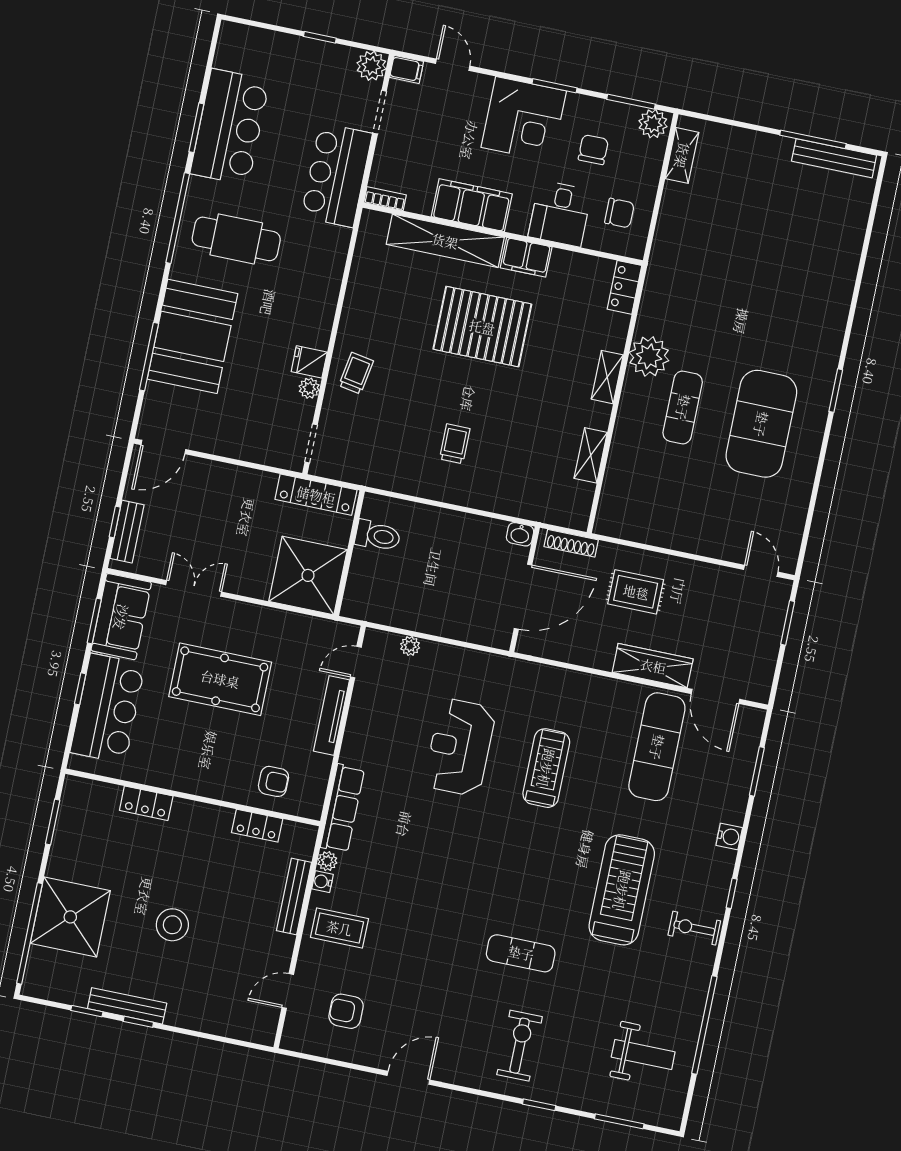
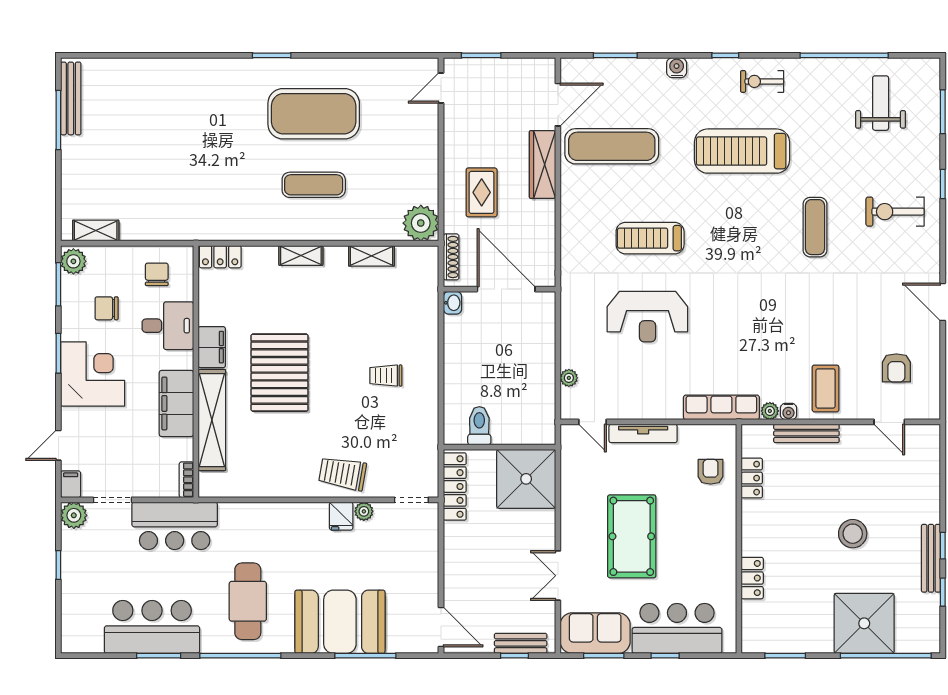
plant: (649, 356) -> (421, 223), moved
trolley: (356, 373) -> (343, 473), width x1.36, depth x1.39
exercise bike: (694, 928) -> (762, 81), turned 90

